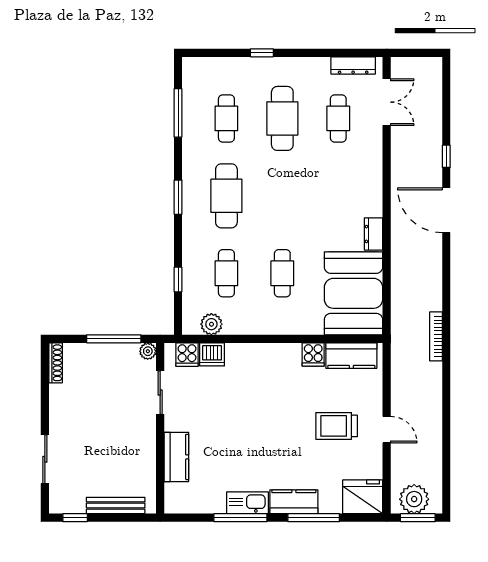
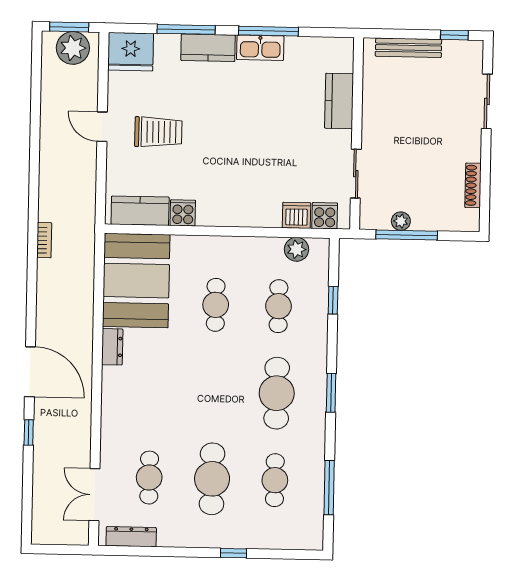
bookcase: (436, 336) -> (44, 240), width x0.64
plant: (148, 351) -> (401, 221), moved
shoe rack: (56, 363) -> (473, 185), moved

